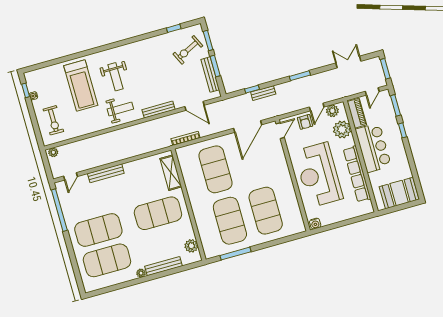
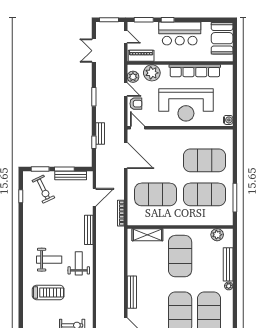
treadmill: (81, 85) -> (48, 292), width x0.73, depth x0.73
bar counter: (373, 148) -> (180, 33), moved, turned 180

